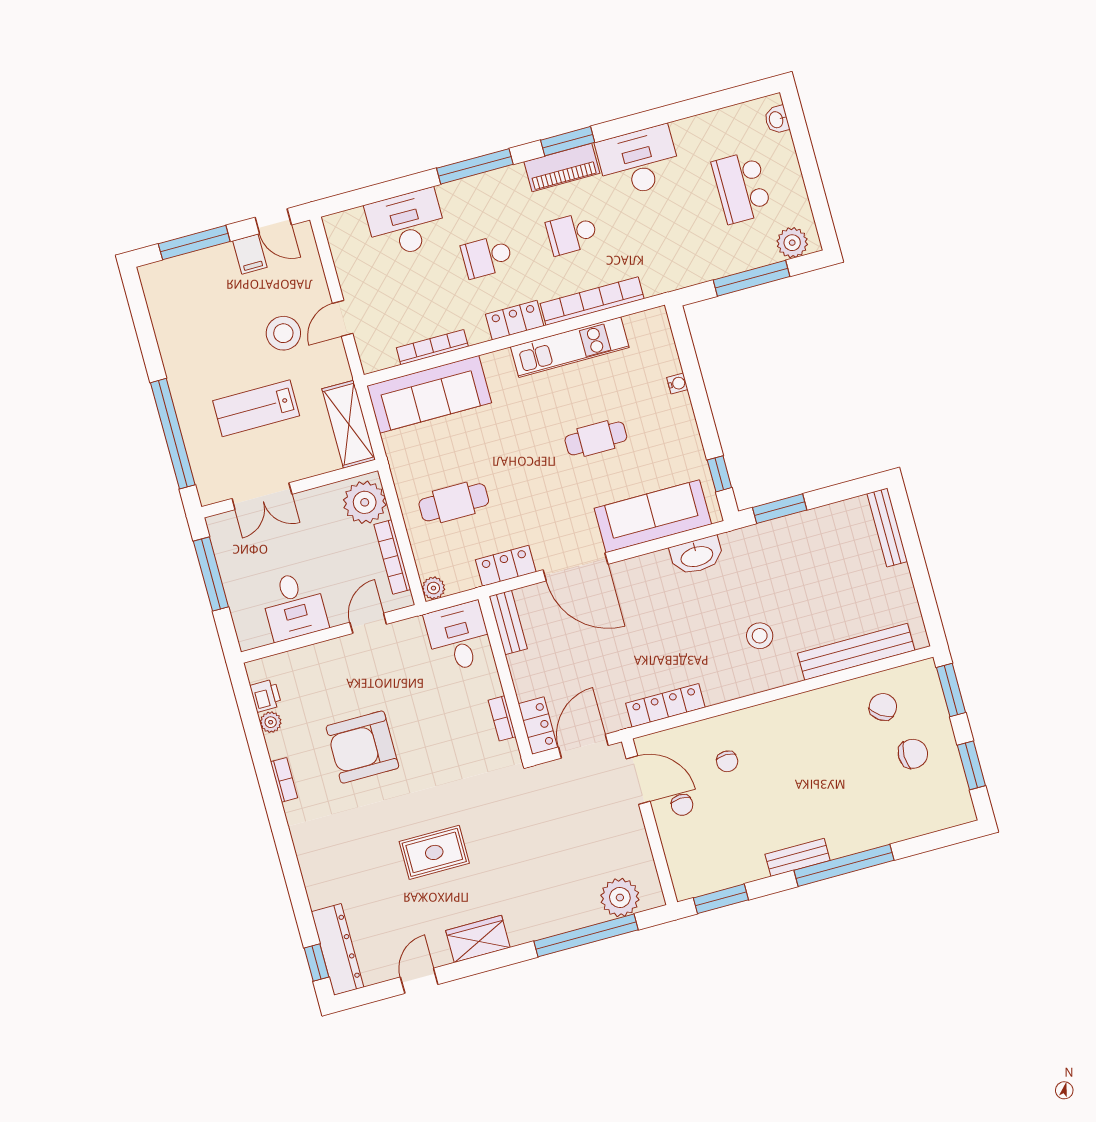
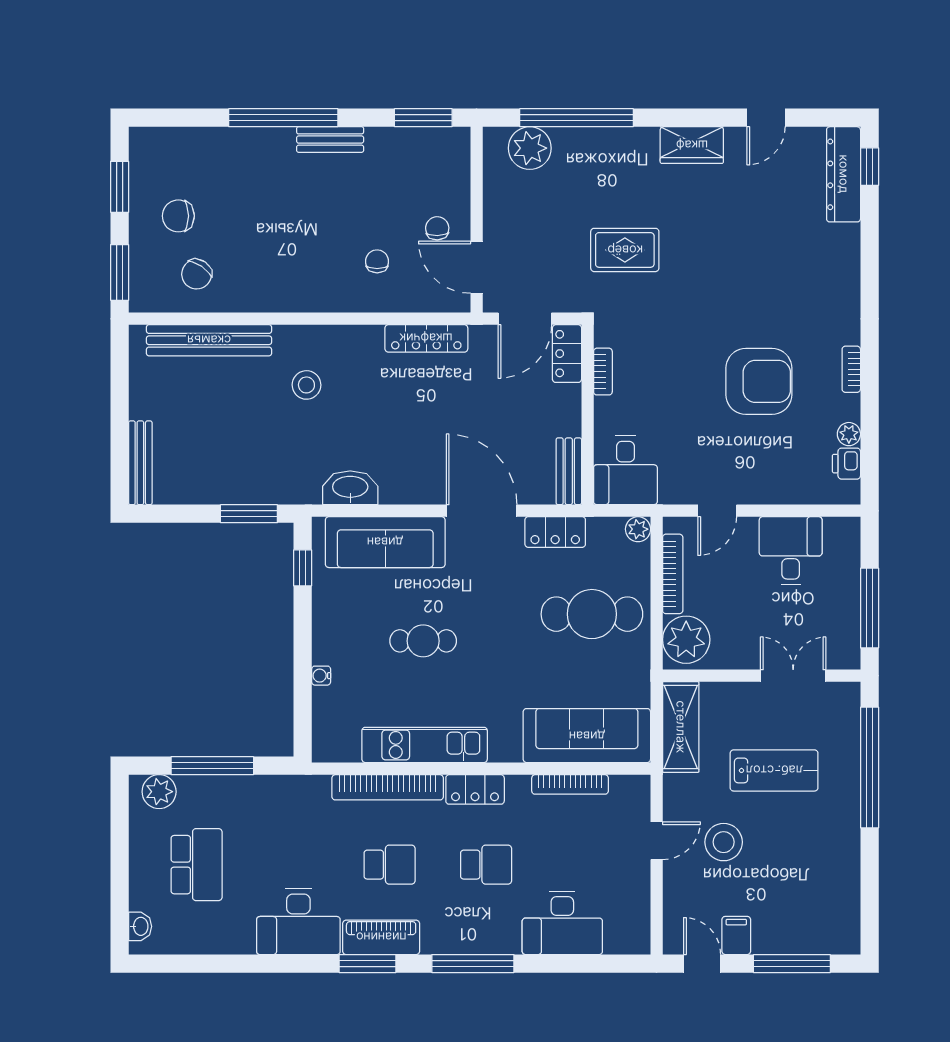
cafe table: (454, 502) -> (592, 614), width x1.37, depth x1.35
rug: (434, 852) -> (625, 250), moved

